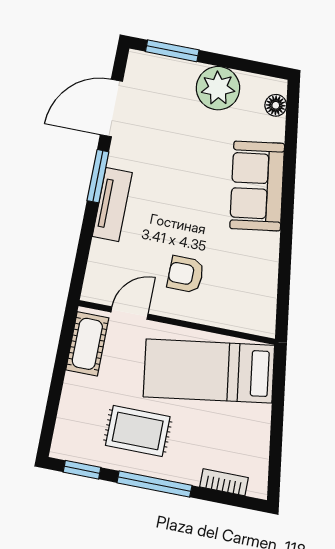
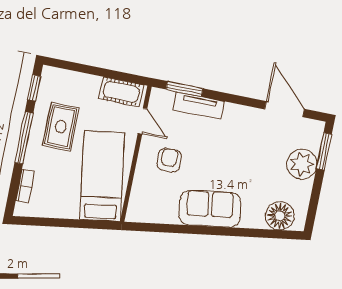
plant: (218, 88) -> (302, 164), moved
floor lamp: (276, 105) -> (280, 216), width x1.89, depth x1.89
window: (98, 176) -> (184, 89), moved
sofa: (257, 186) -> (210, 209), moved
tv unit: (112, 205) -> (199, 106), moved

